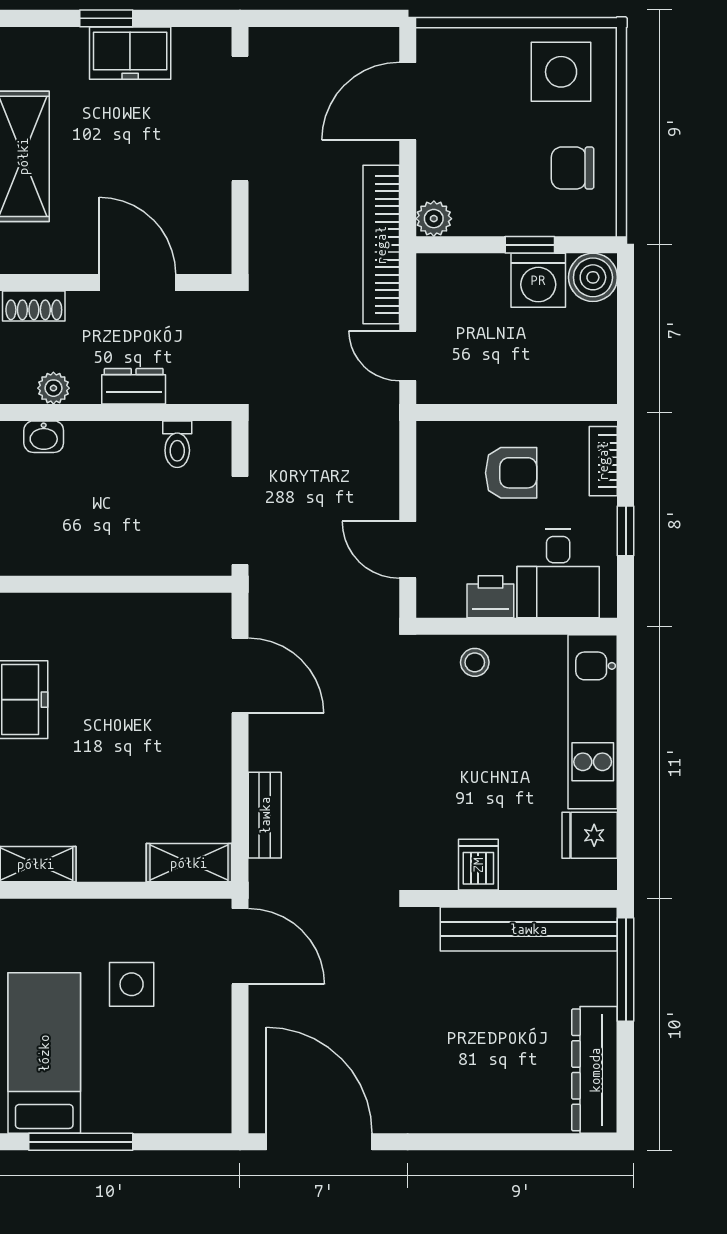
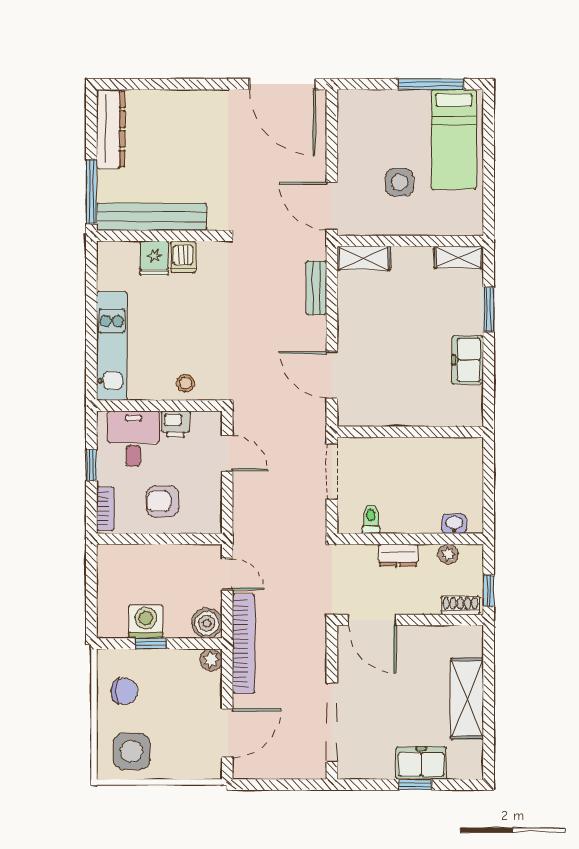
freezer: (130, 53) -> (421, 763), moved
boiler: (593, 277) -> (207, 623), moved
door: (137, 282) -> (372, 620), moved
fridge: (590, 835) -> (154, 258), moved, turned 90

